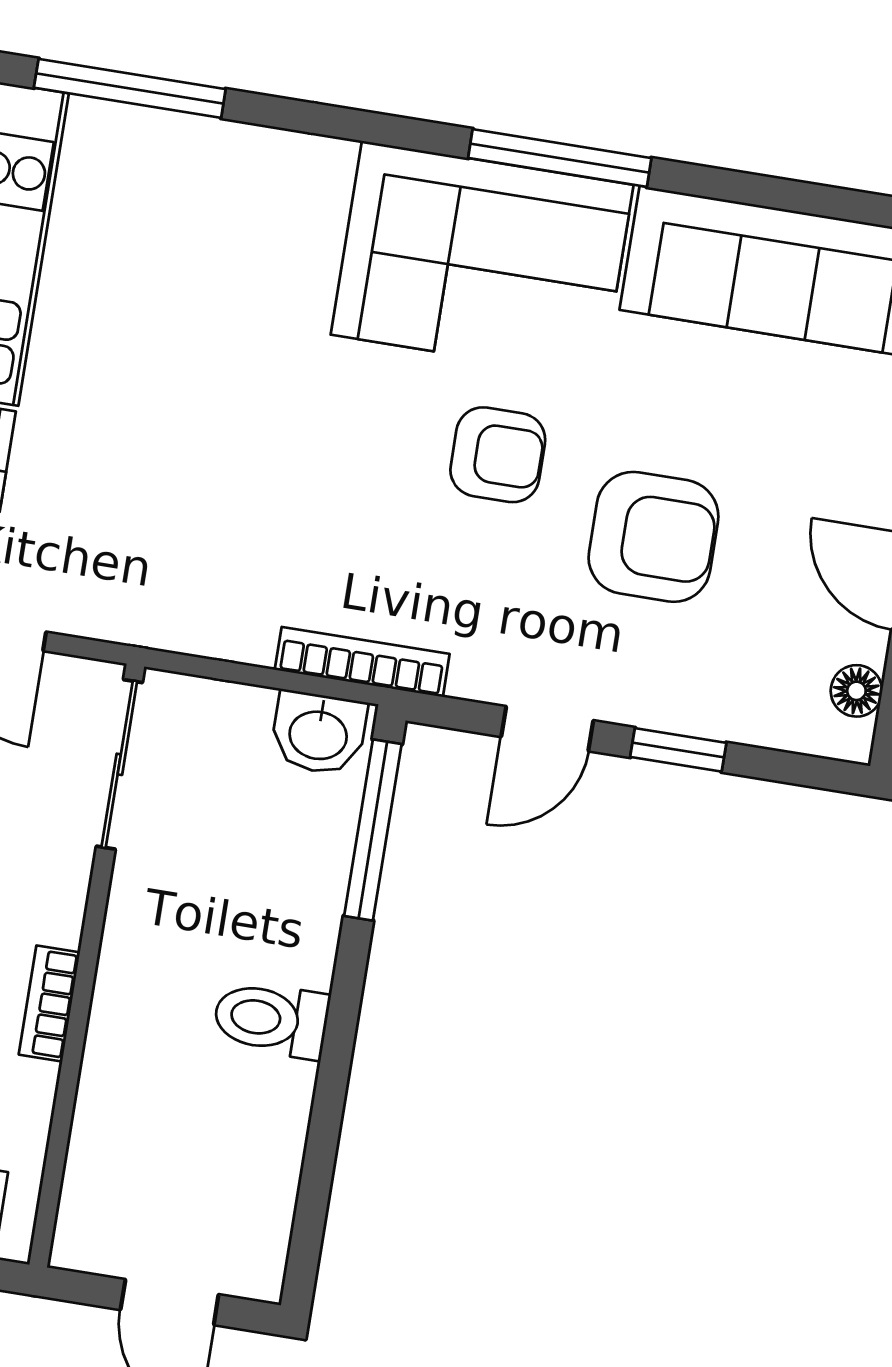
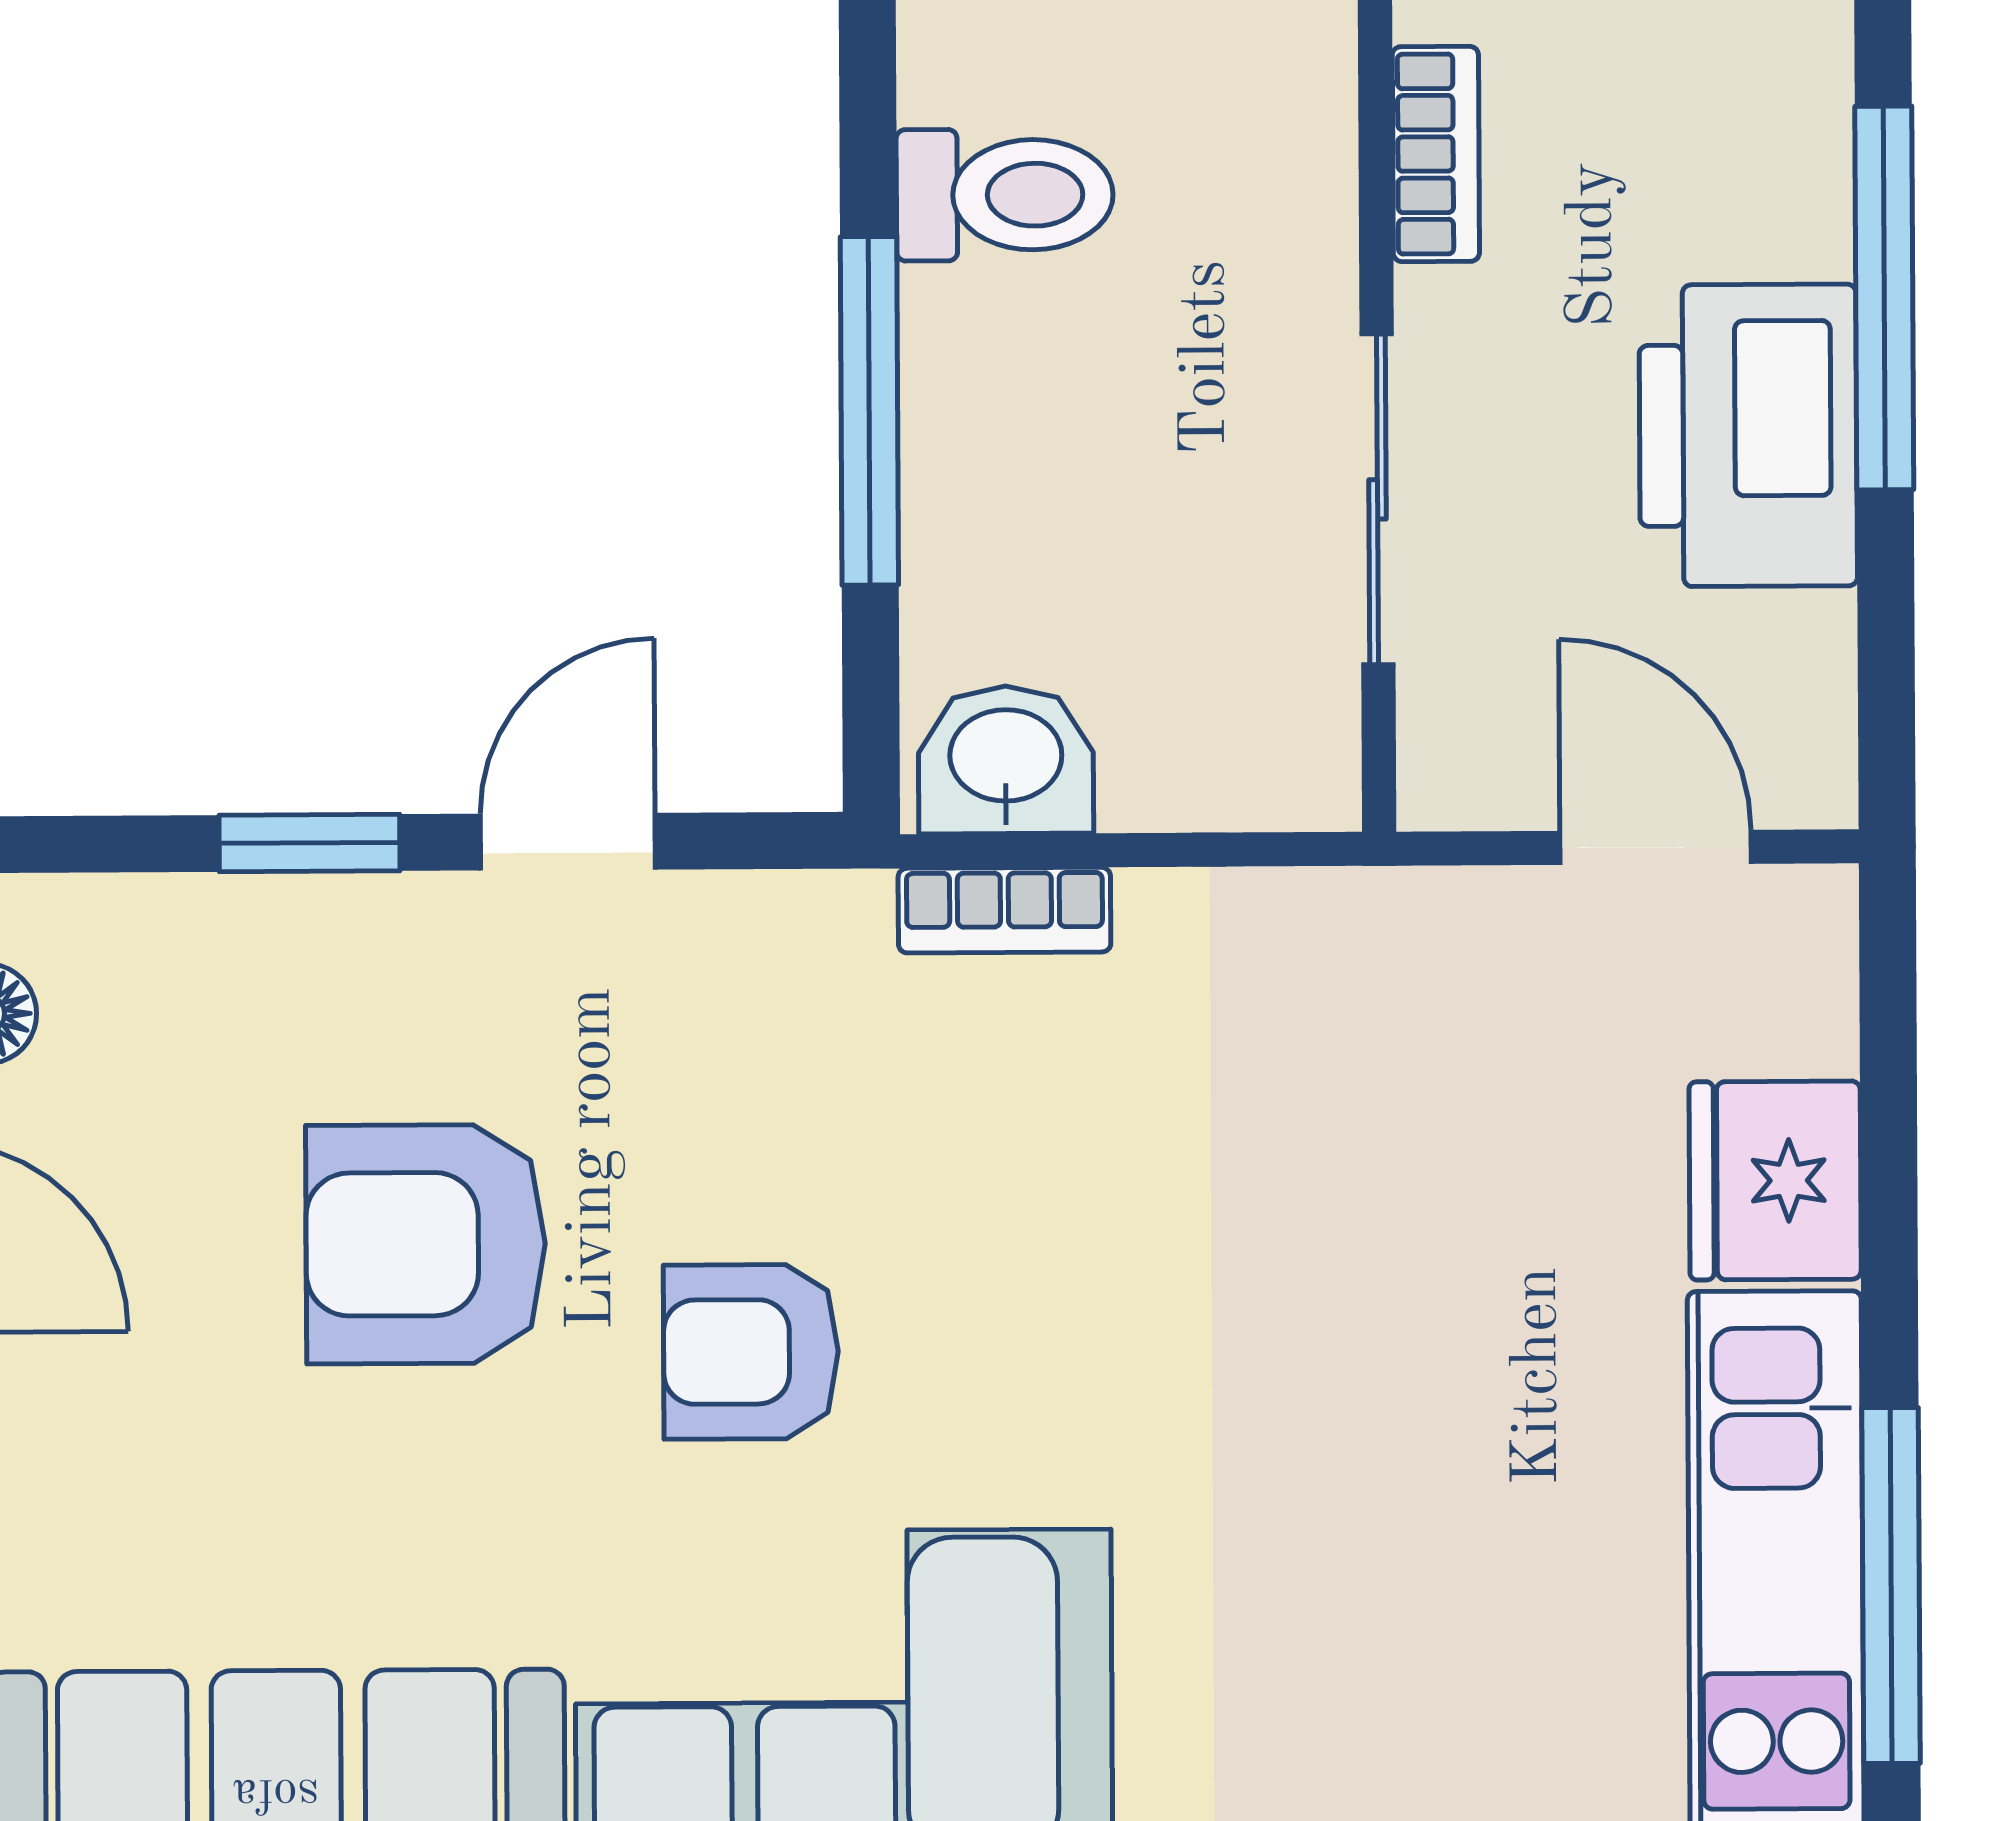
bookcase: (362, 662) -> (1004, 910), width x0.64
sliding door: (119, 764) -> (1378, 499), moved
window: (373, 830) -> (869, 411), moved

